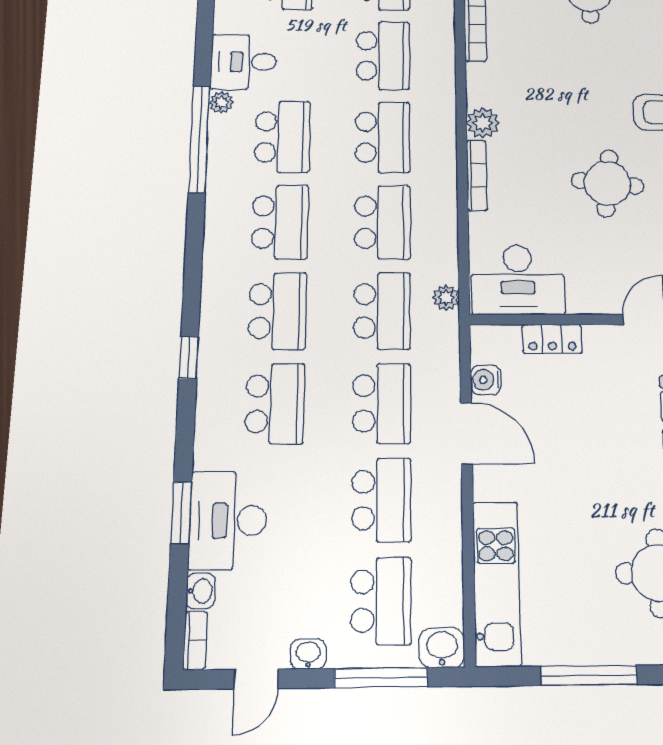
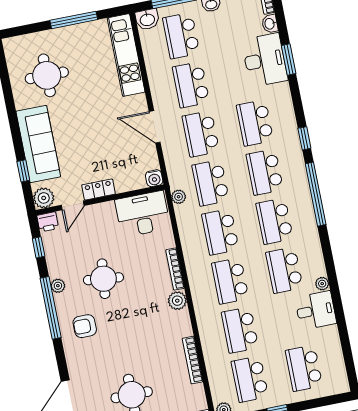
window: (199, 139) -> (316, 194), moved
locker: (552, 339) -> (99, 189), moved
water cooler: (486, 380) -> (154, 178), moved, turned 90

